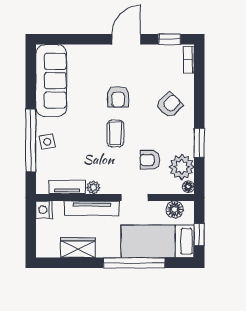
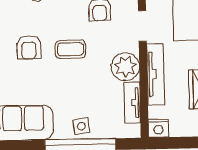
armchair: (118, 97) -> (29, 47), turned 90
plant: (93, 187) -> (125, 67), width x1.87, depth x1.87

